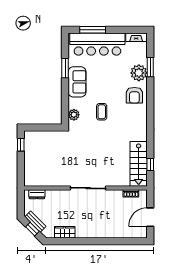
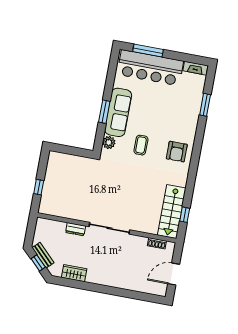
window: (65, 68) -> (104, 112), moved
plant: (139, 73) -> (191, 109), removed
sofa: (77, 82) -> (118, 112), width x1.36
armchair: (134, 95) -> (177, 152), moved
window: (21, 145) -> (39, 187), moved
dresser: (37, 194) -> (76, 229), moved

